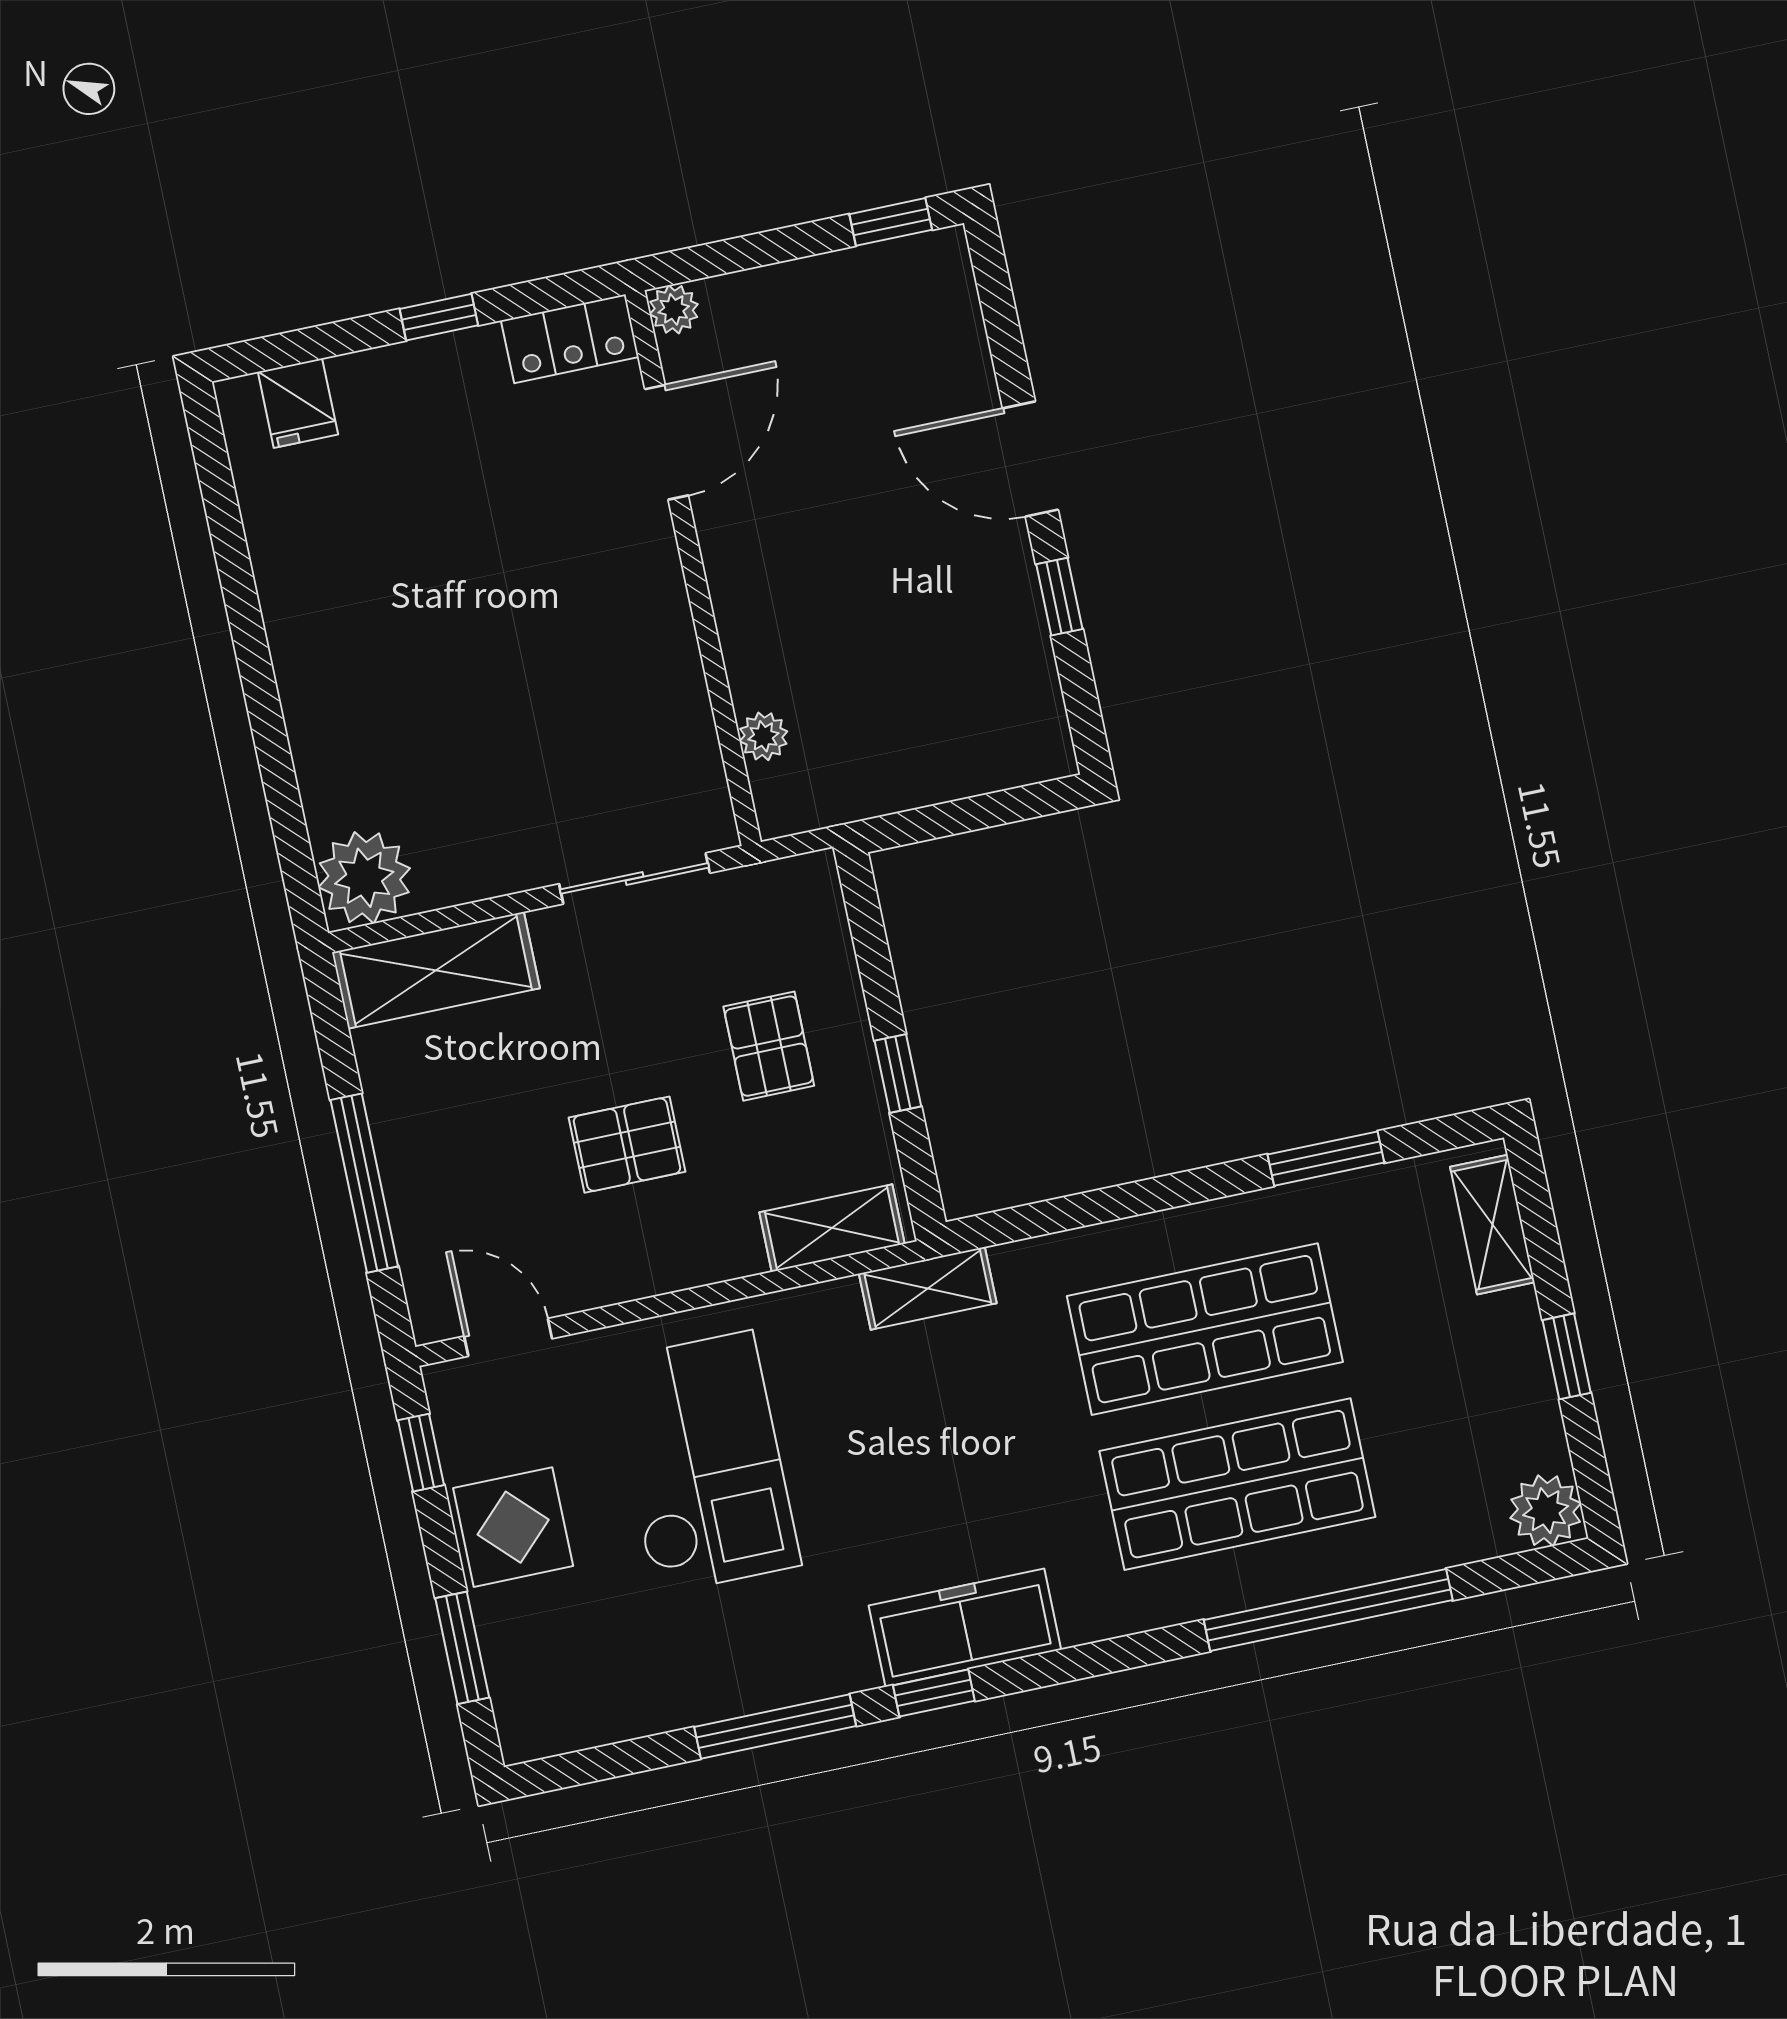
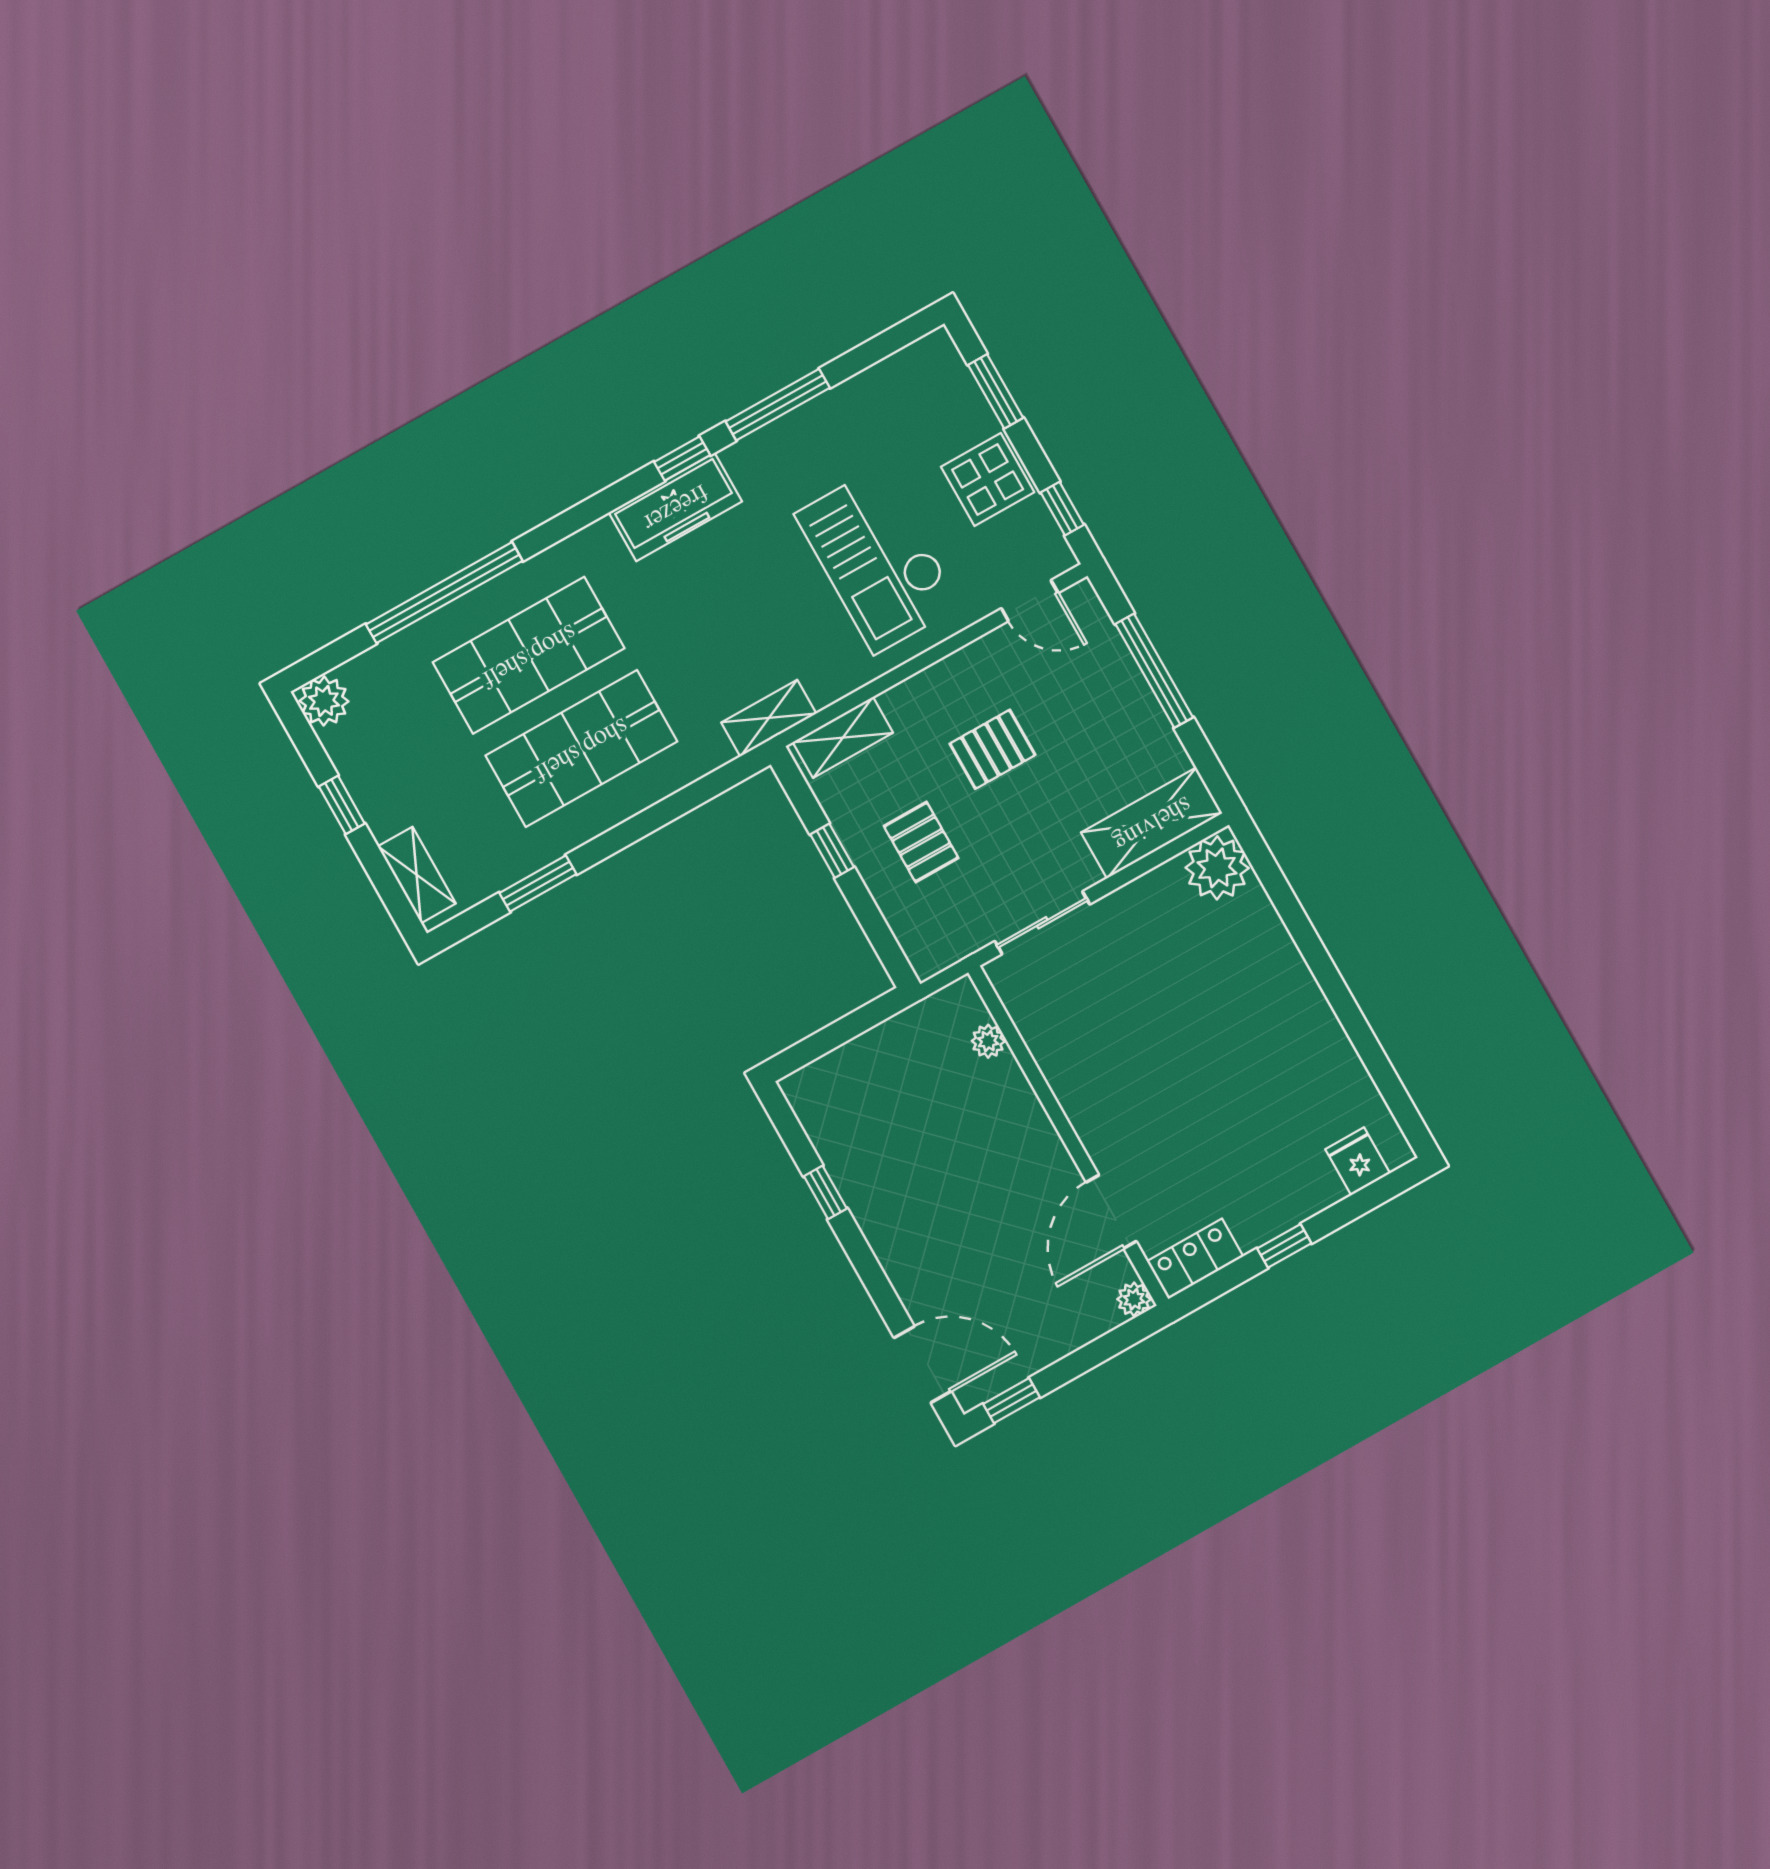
door: (1030, 459) -> (923, 1365), moved

